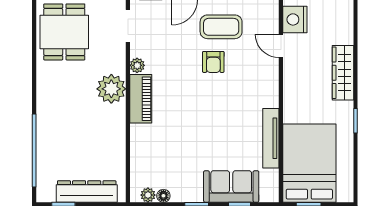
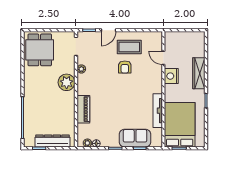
nightstand: (295, 19) -> (171, 76), moved
piano: (141, 99) -> (83, 109), moved

